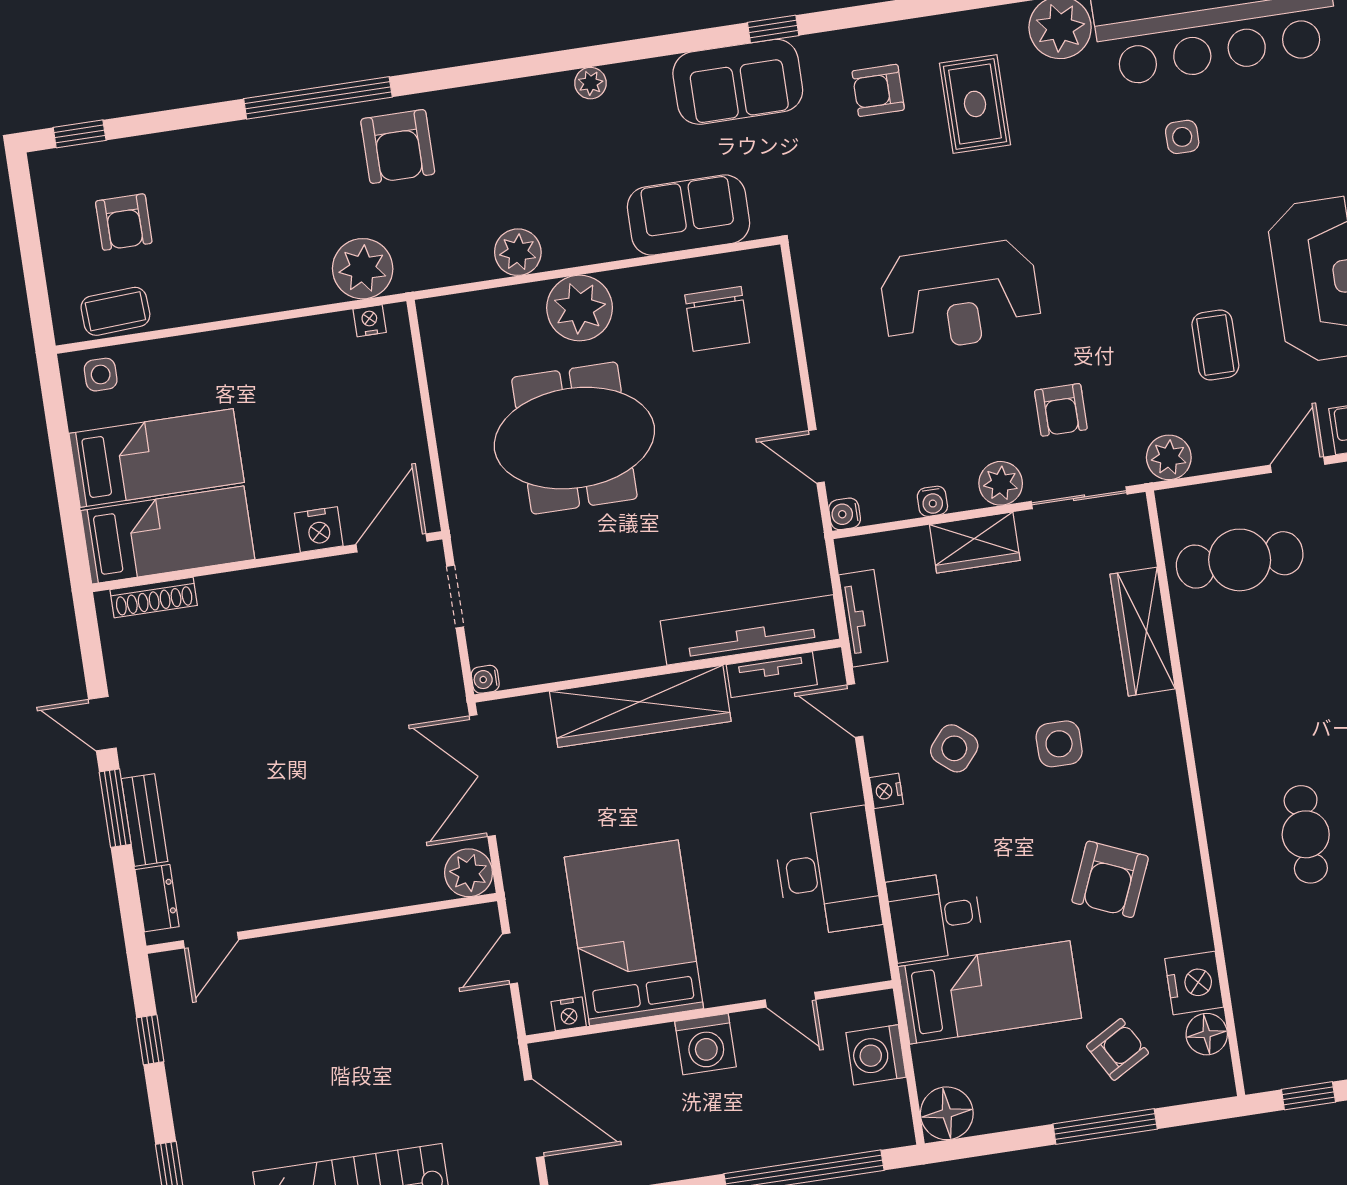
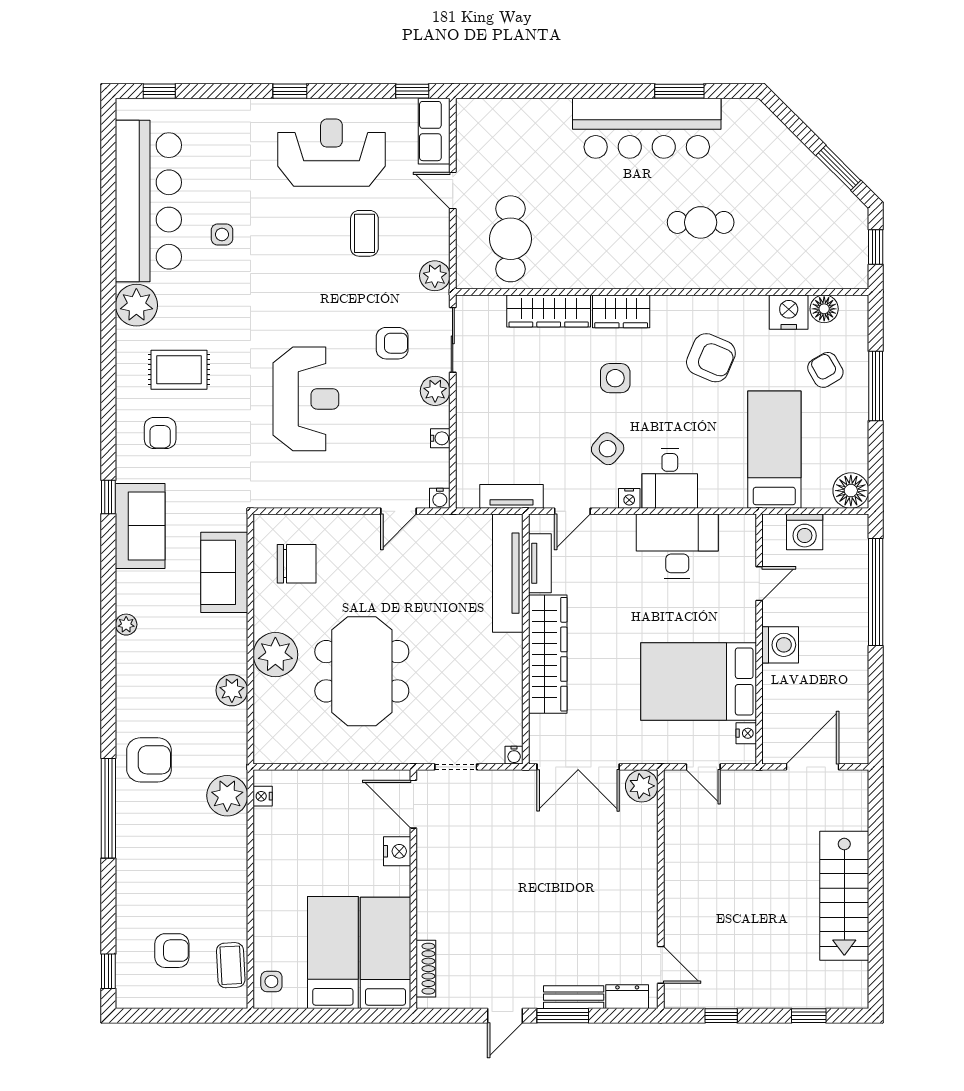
coffee table: (1215, 345) -> (364, 233), turned 90
wardrobe: (975, 542) -> (621, 311), moved, turned 90
desk: (935, 916) -> (670, 479), moved

